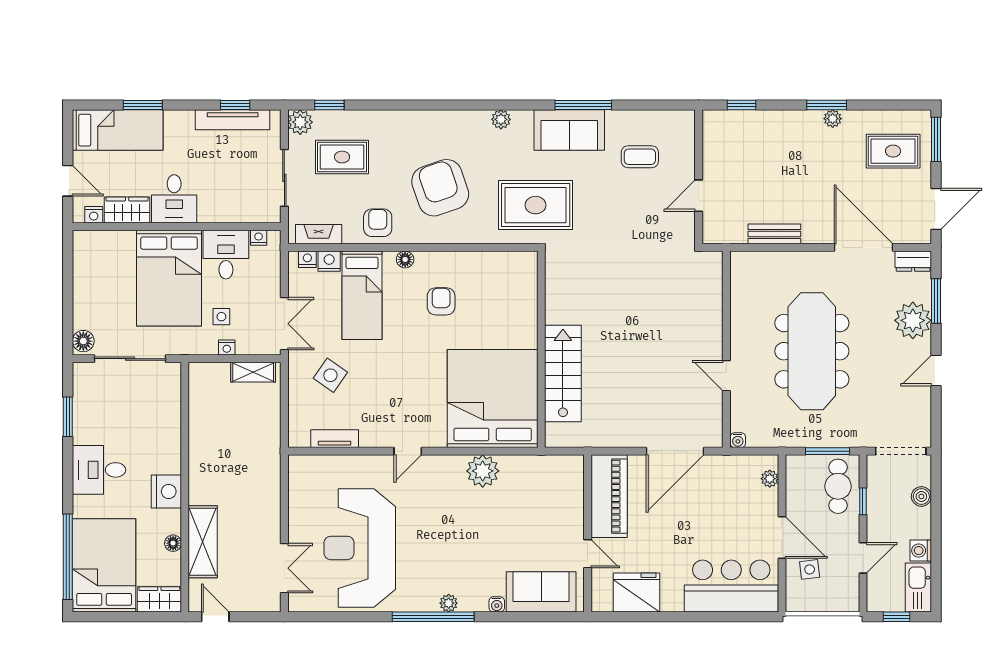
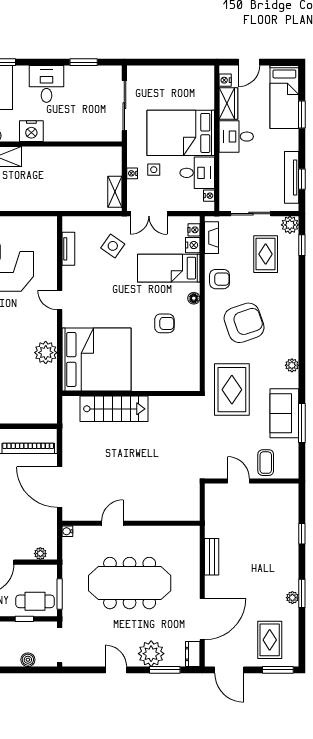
wall: (699, 177) -> (252, 481), moved
door: (699, 196) -> (239, 481), moved
floor lamp: (83, 341) -> (137, 73), removed

